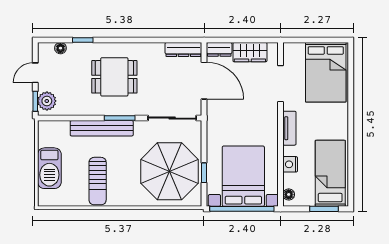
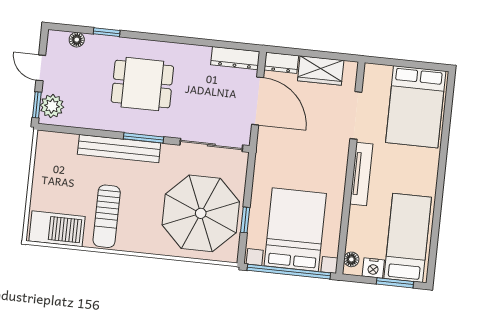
door: (35, 73) -> (41, 68), hinge flipped
tv unit: (289, 128) -> (361, 174), width x1.41
nightstand: (290, 164) -> (373, 268), moved, turned -90
barbecue: (49, 168) -> (57, 229), moved, turned -90

